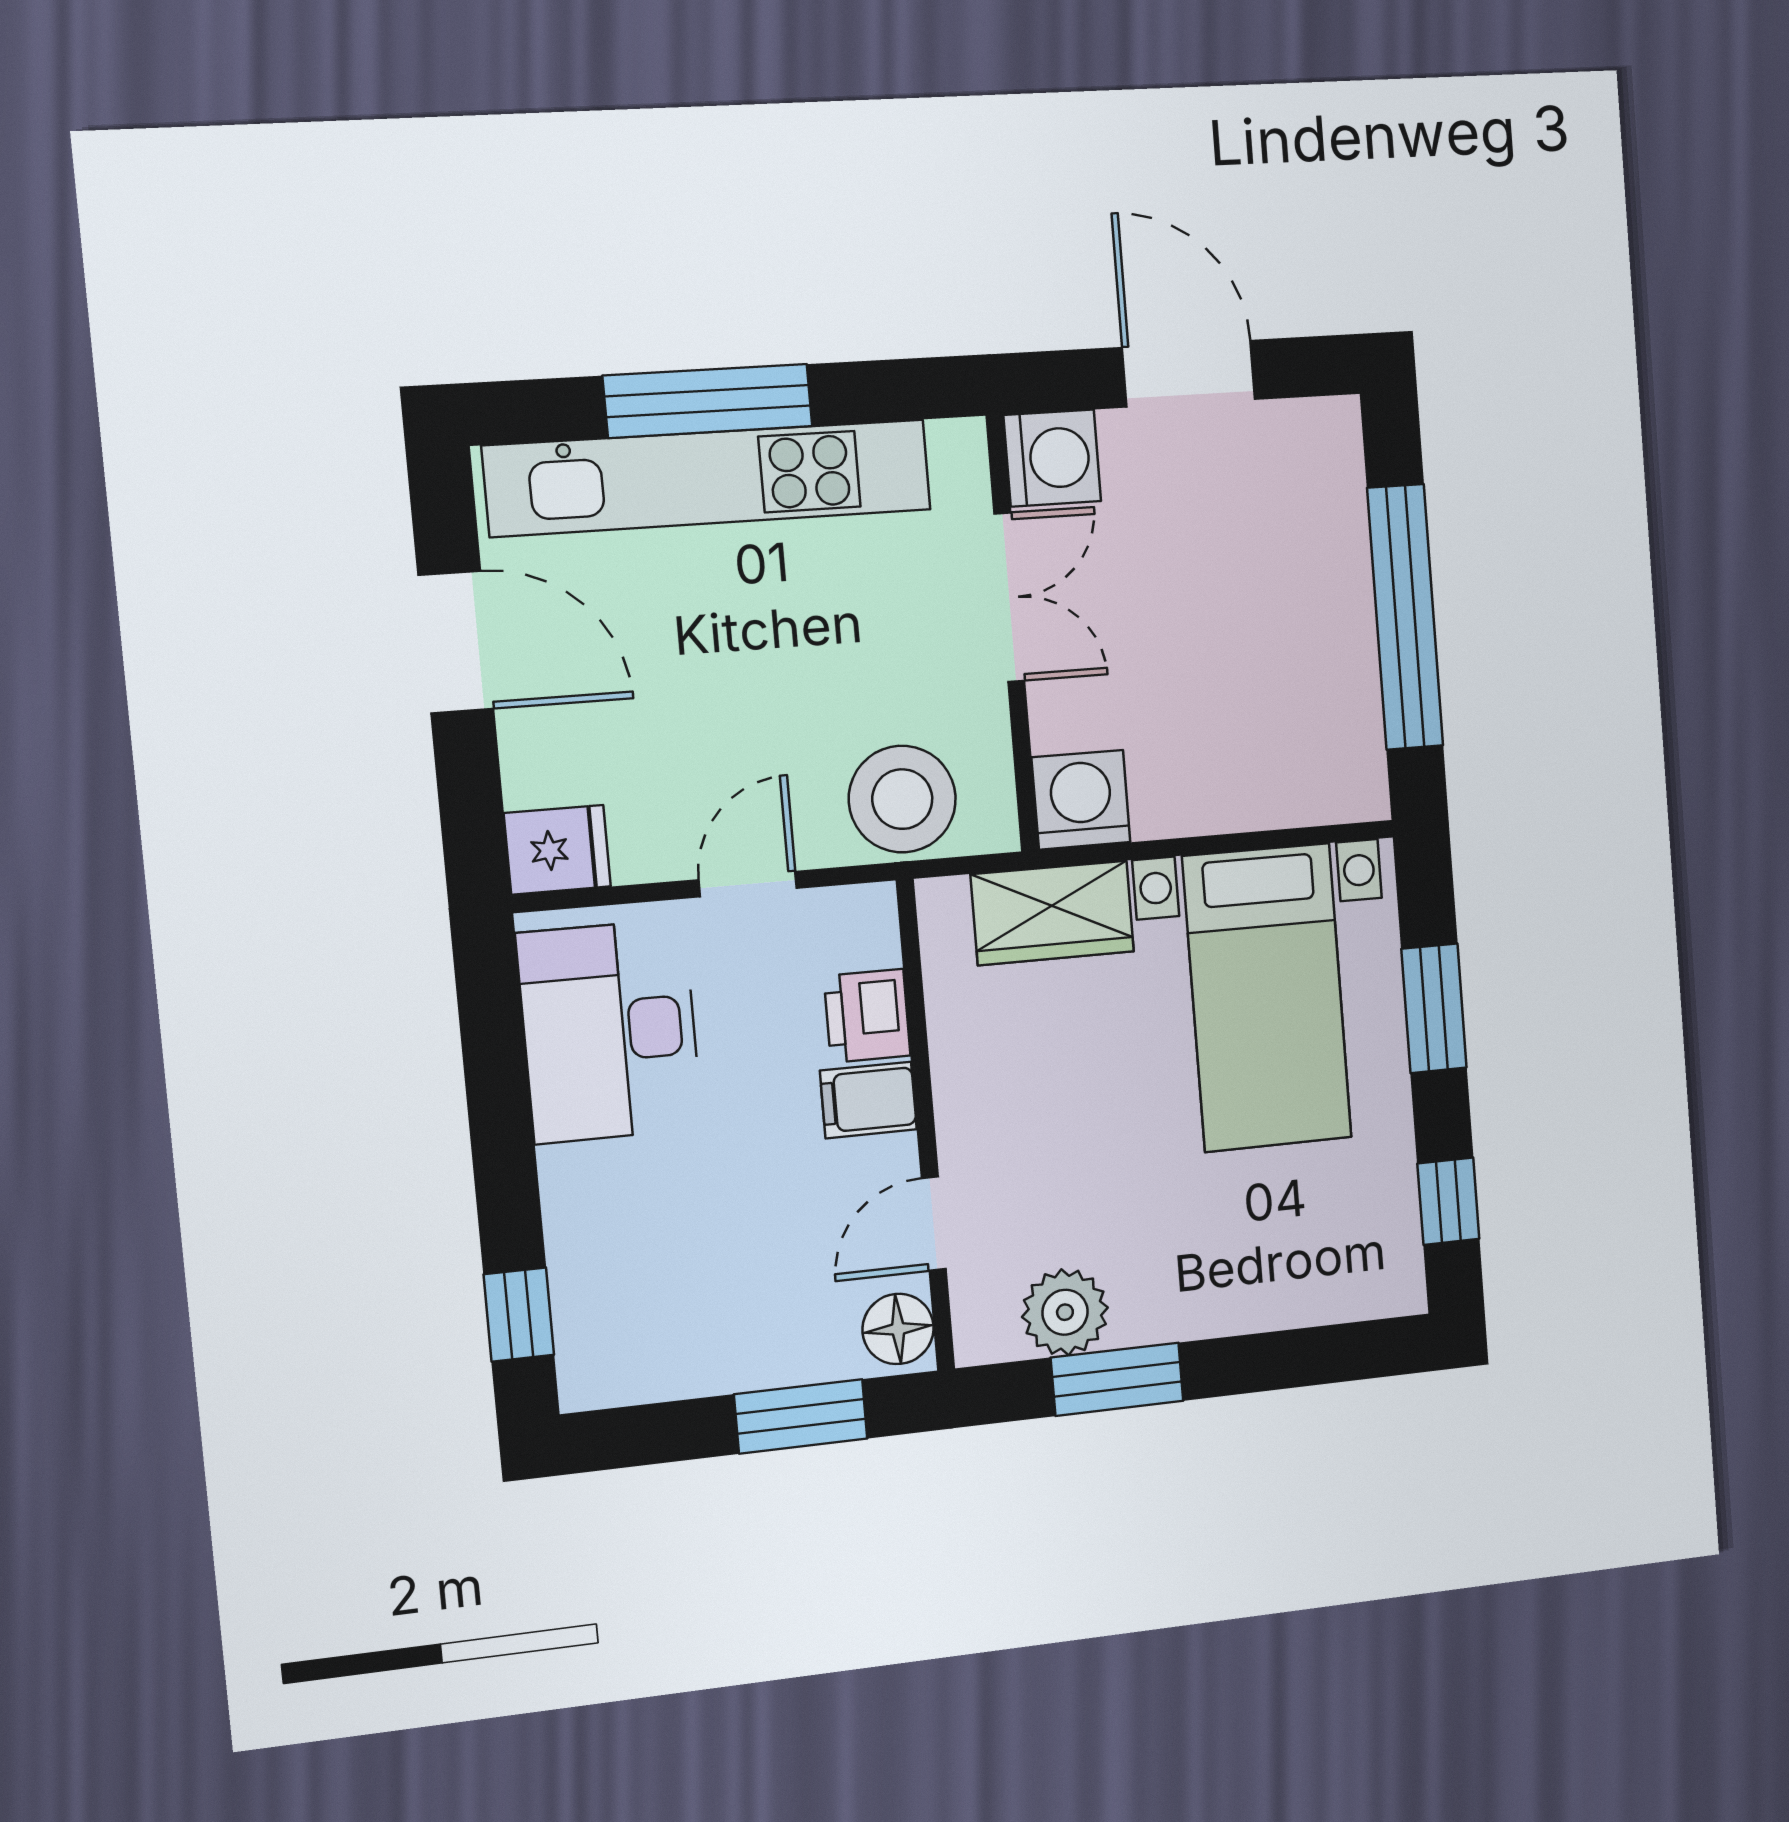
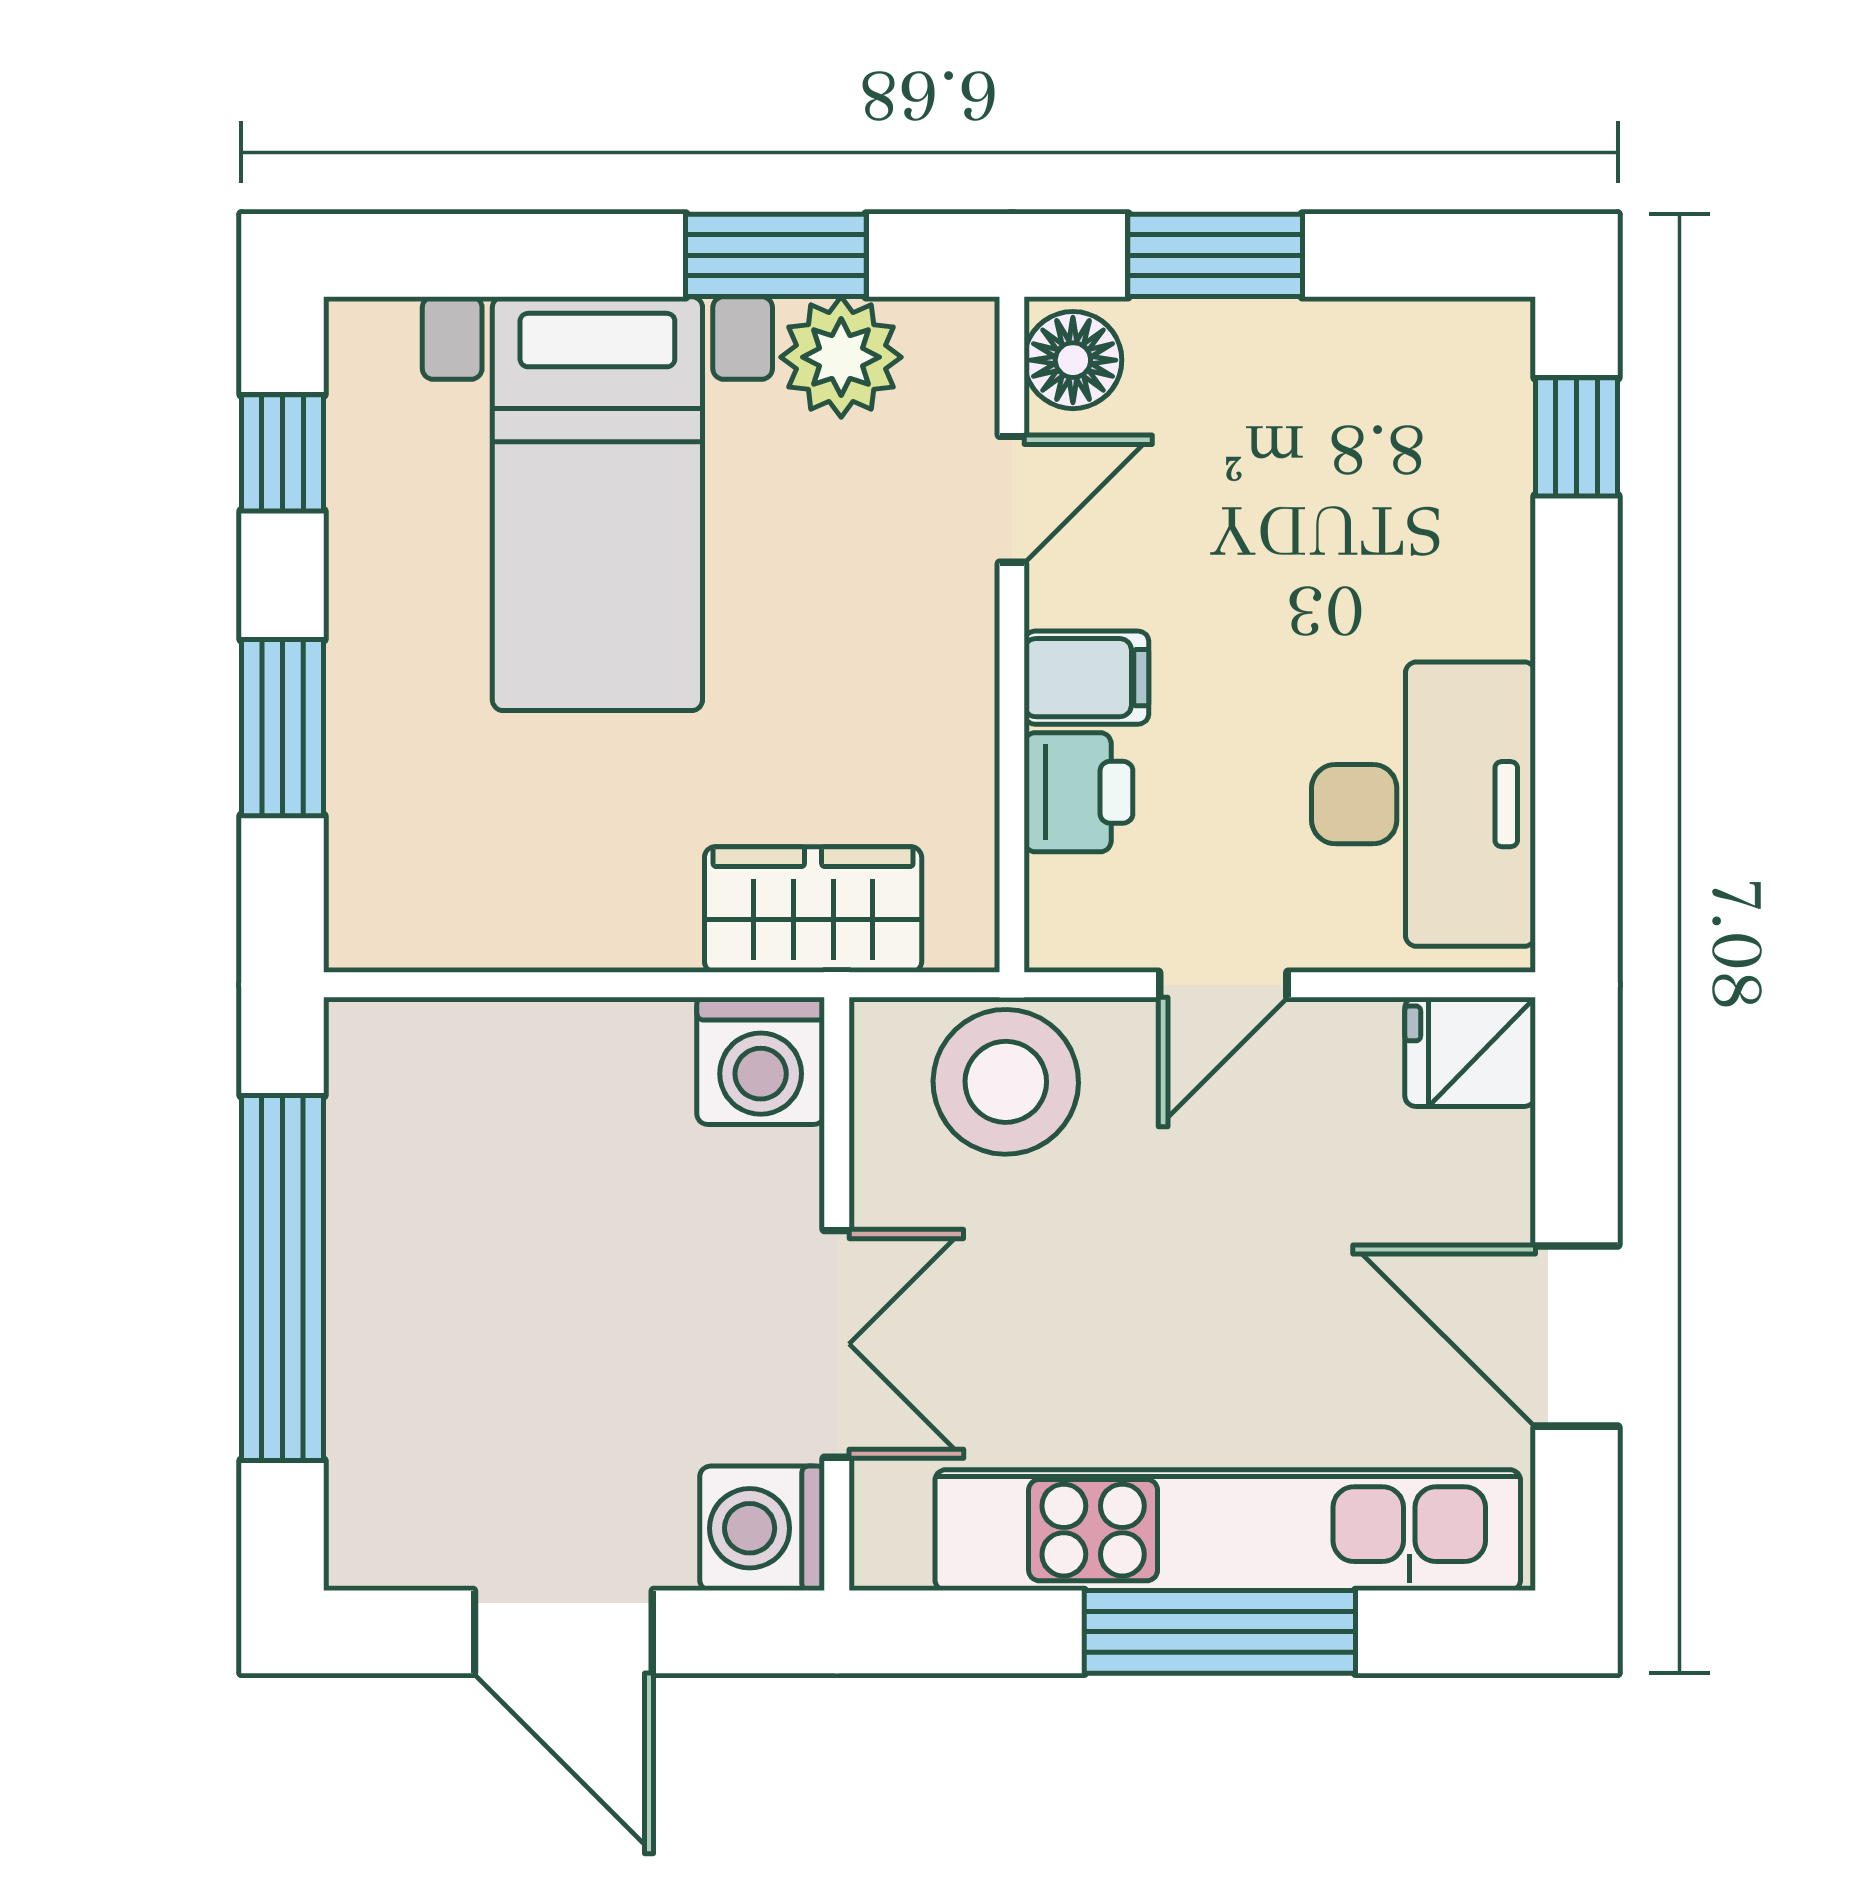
double door: (1009, 597) -> (837, 1344), swing flipped
bed with nightstands: (1267, 997) -> (597, 504), moved, turned 180

